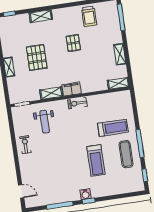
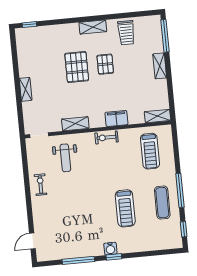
shelving: (41, 16) -> (93, 27), moved
shelving: (120, 54) -> (160, 66), moved
pallet: (37, 57) -> (77, 67), moved
filing cabinet: (72, 89) -> (116, 118), moved
treadmill: (113, 128) -> (150, 151), moved, turned 90
door: (21, 191) -> (32, 241), swing flipped

